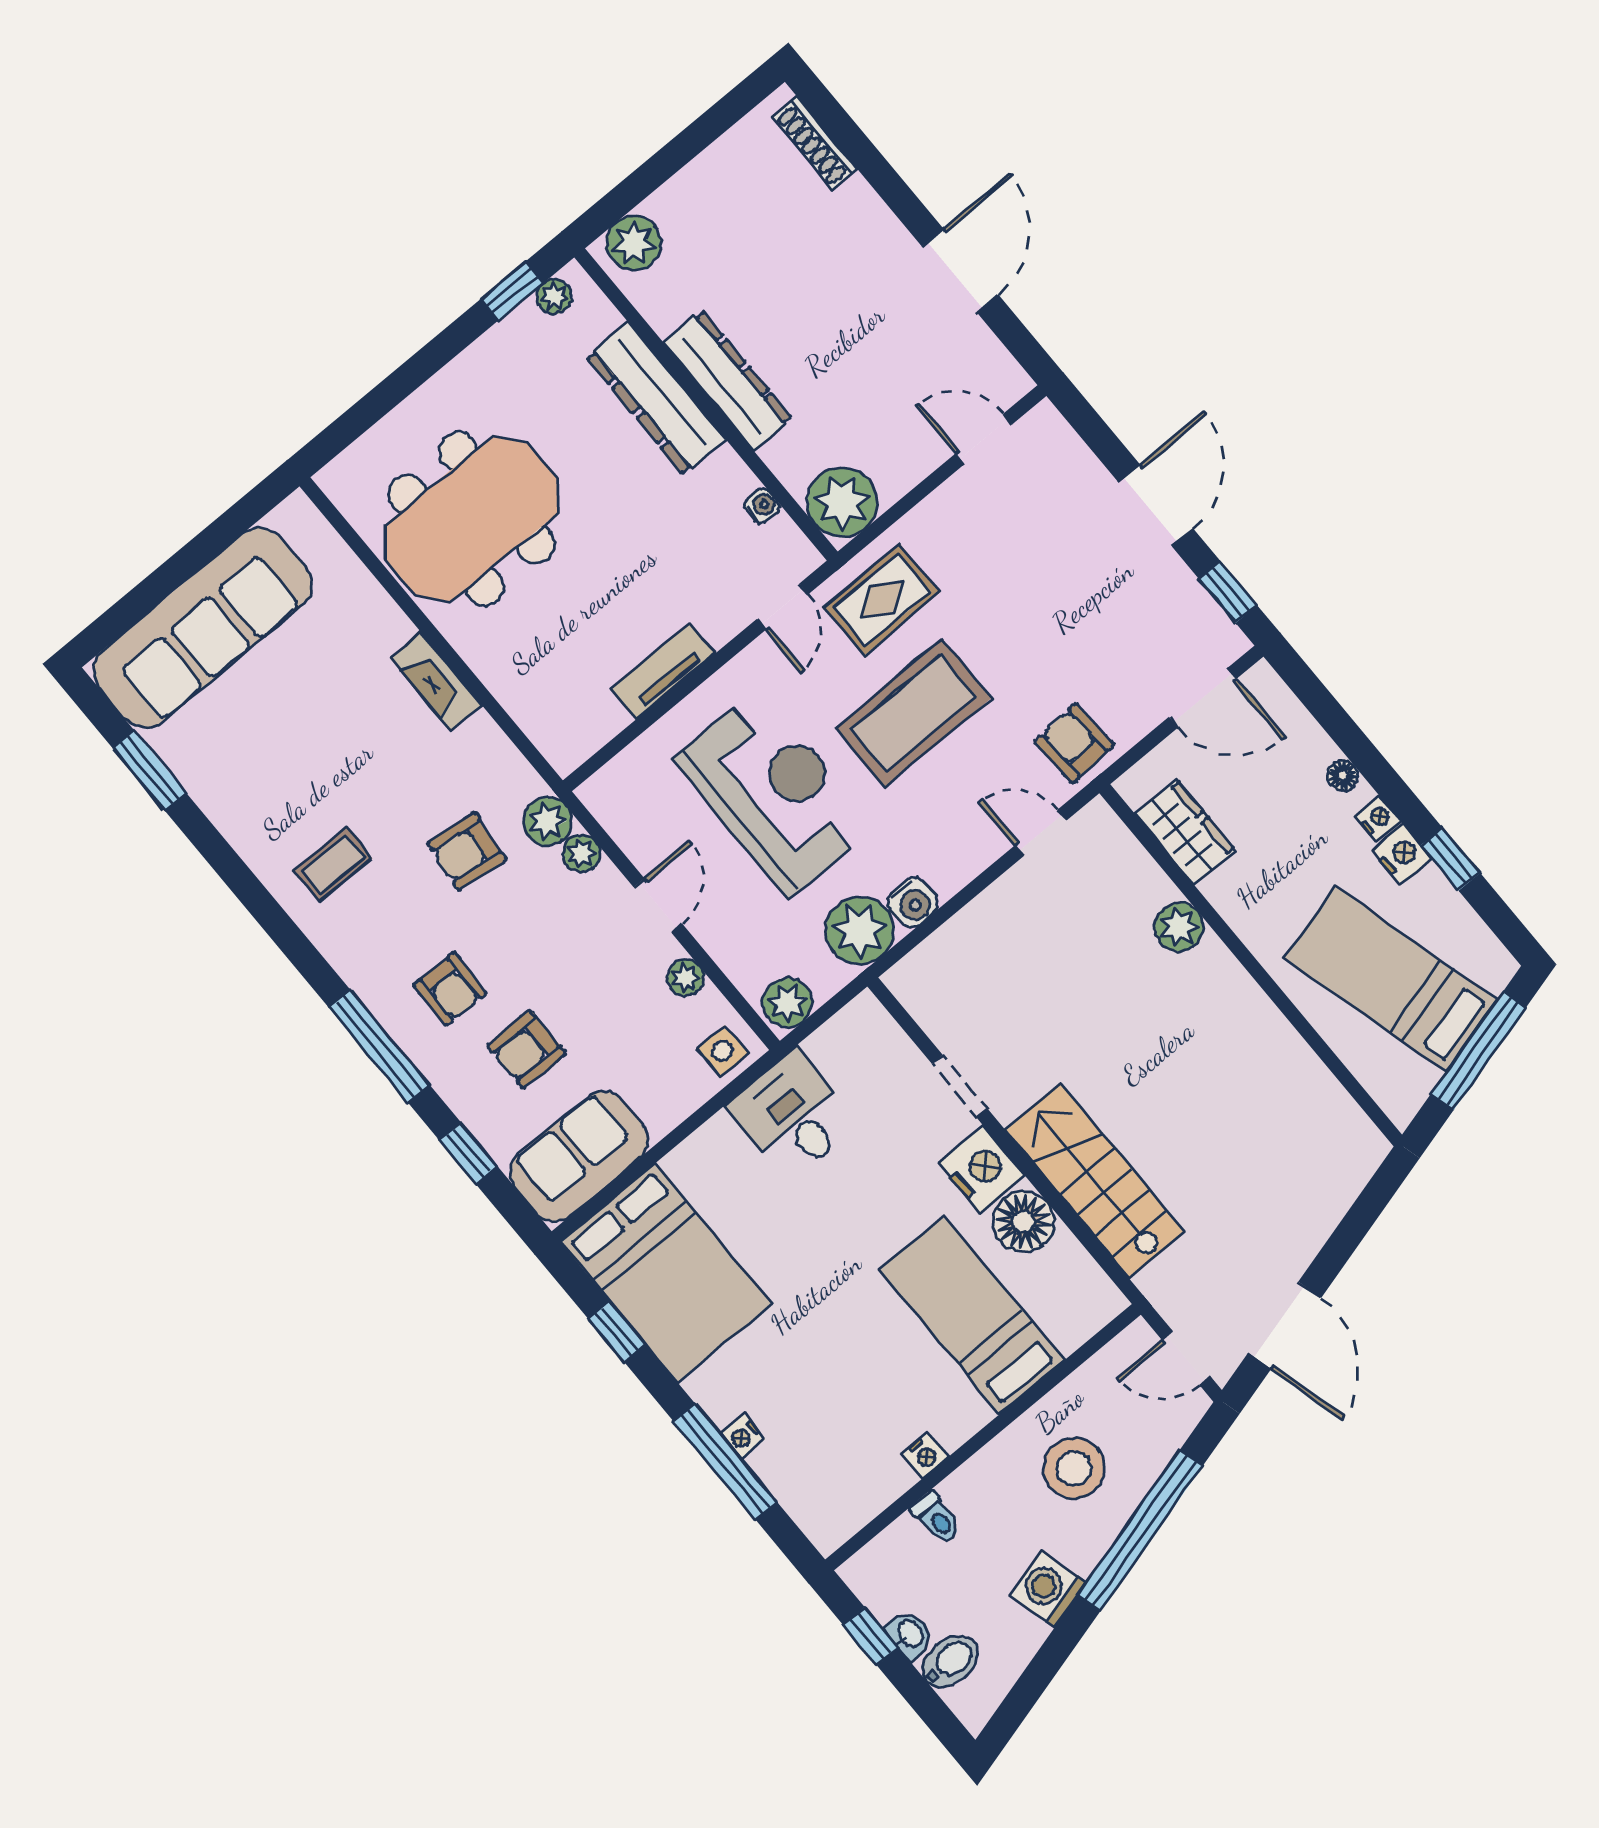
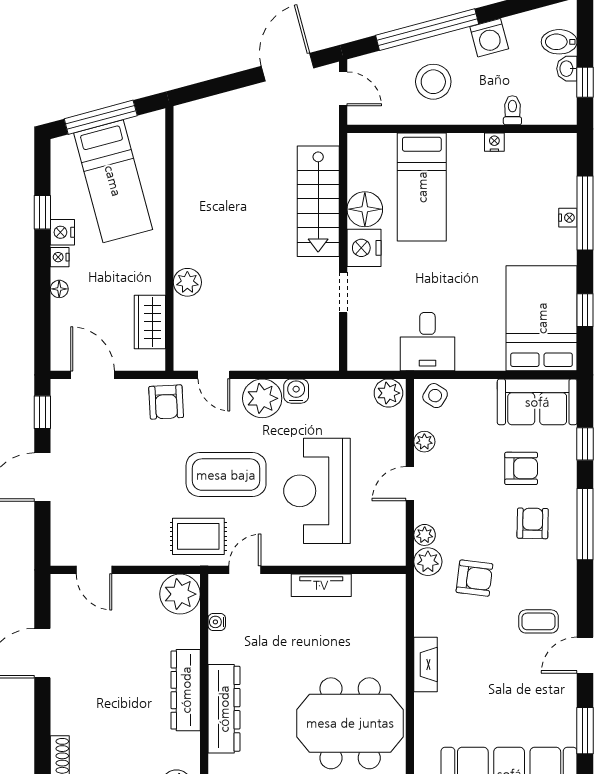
door: (234, 871) -> (585, 655), added
plant: (860, 931) -> (262, 398), moved
side table: (722, 1051) -> (435, 396), turned 32

